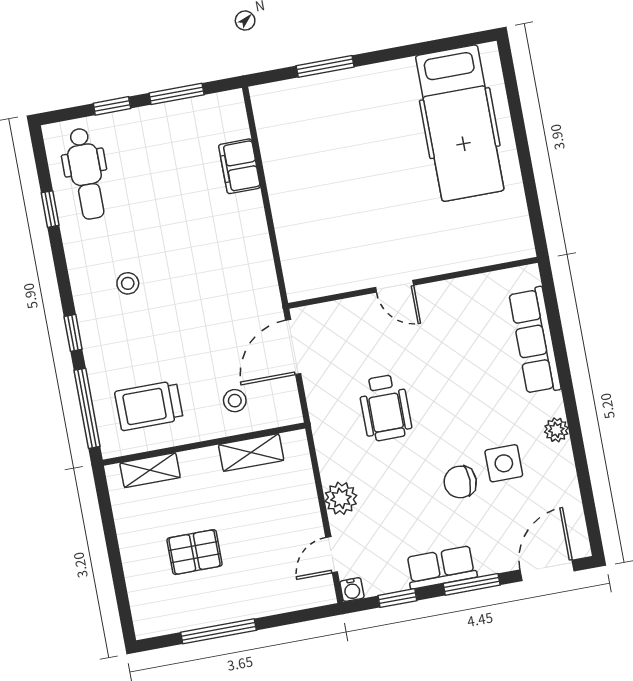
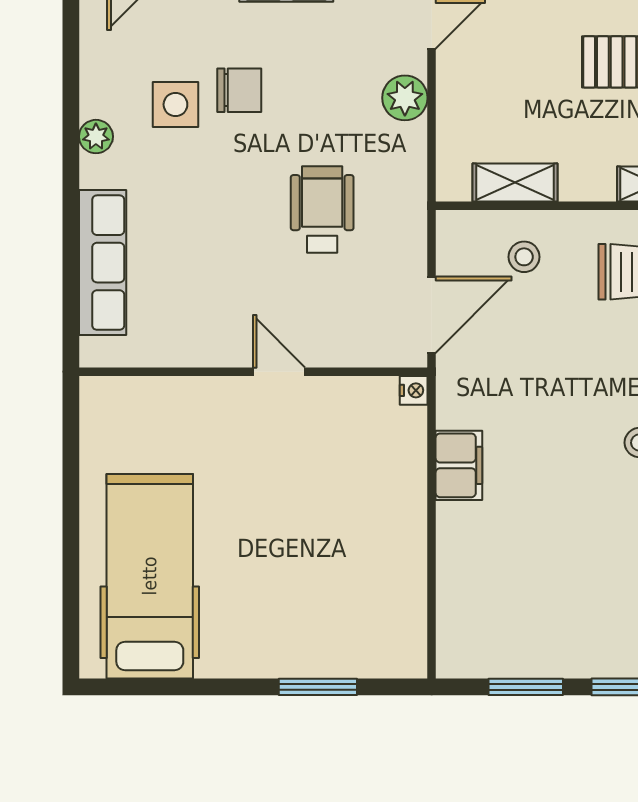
filing cabinet: (239, 166) -> (459, 465), moved
nightstand: (296, 291) -> (414, 390), added

